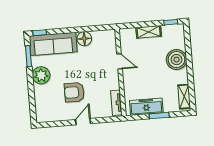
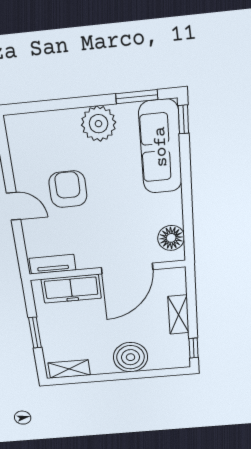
floor lamp: (84, 39) -> (171, 238), moved
door: (120, 61) -> (127, 269), width x1.88
freezer: (146, 107) -> (71, 289), moved, turned 90

